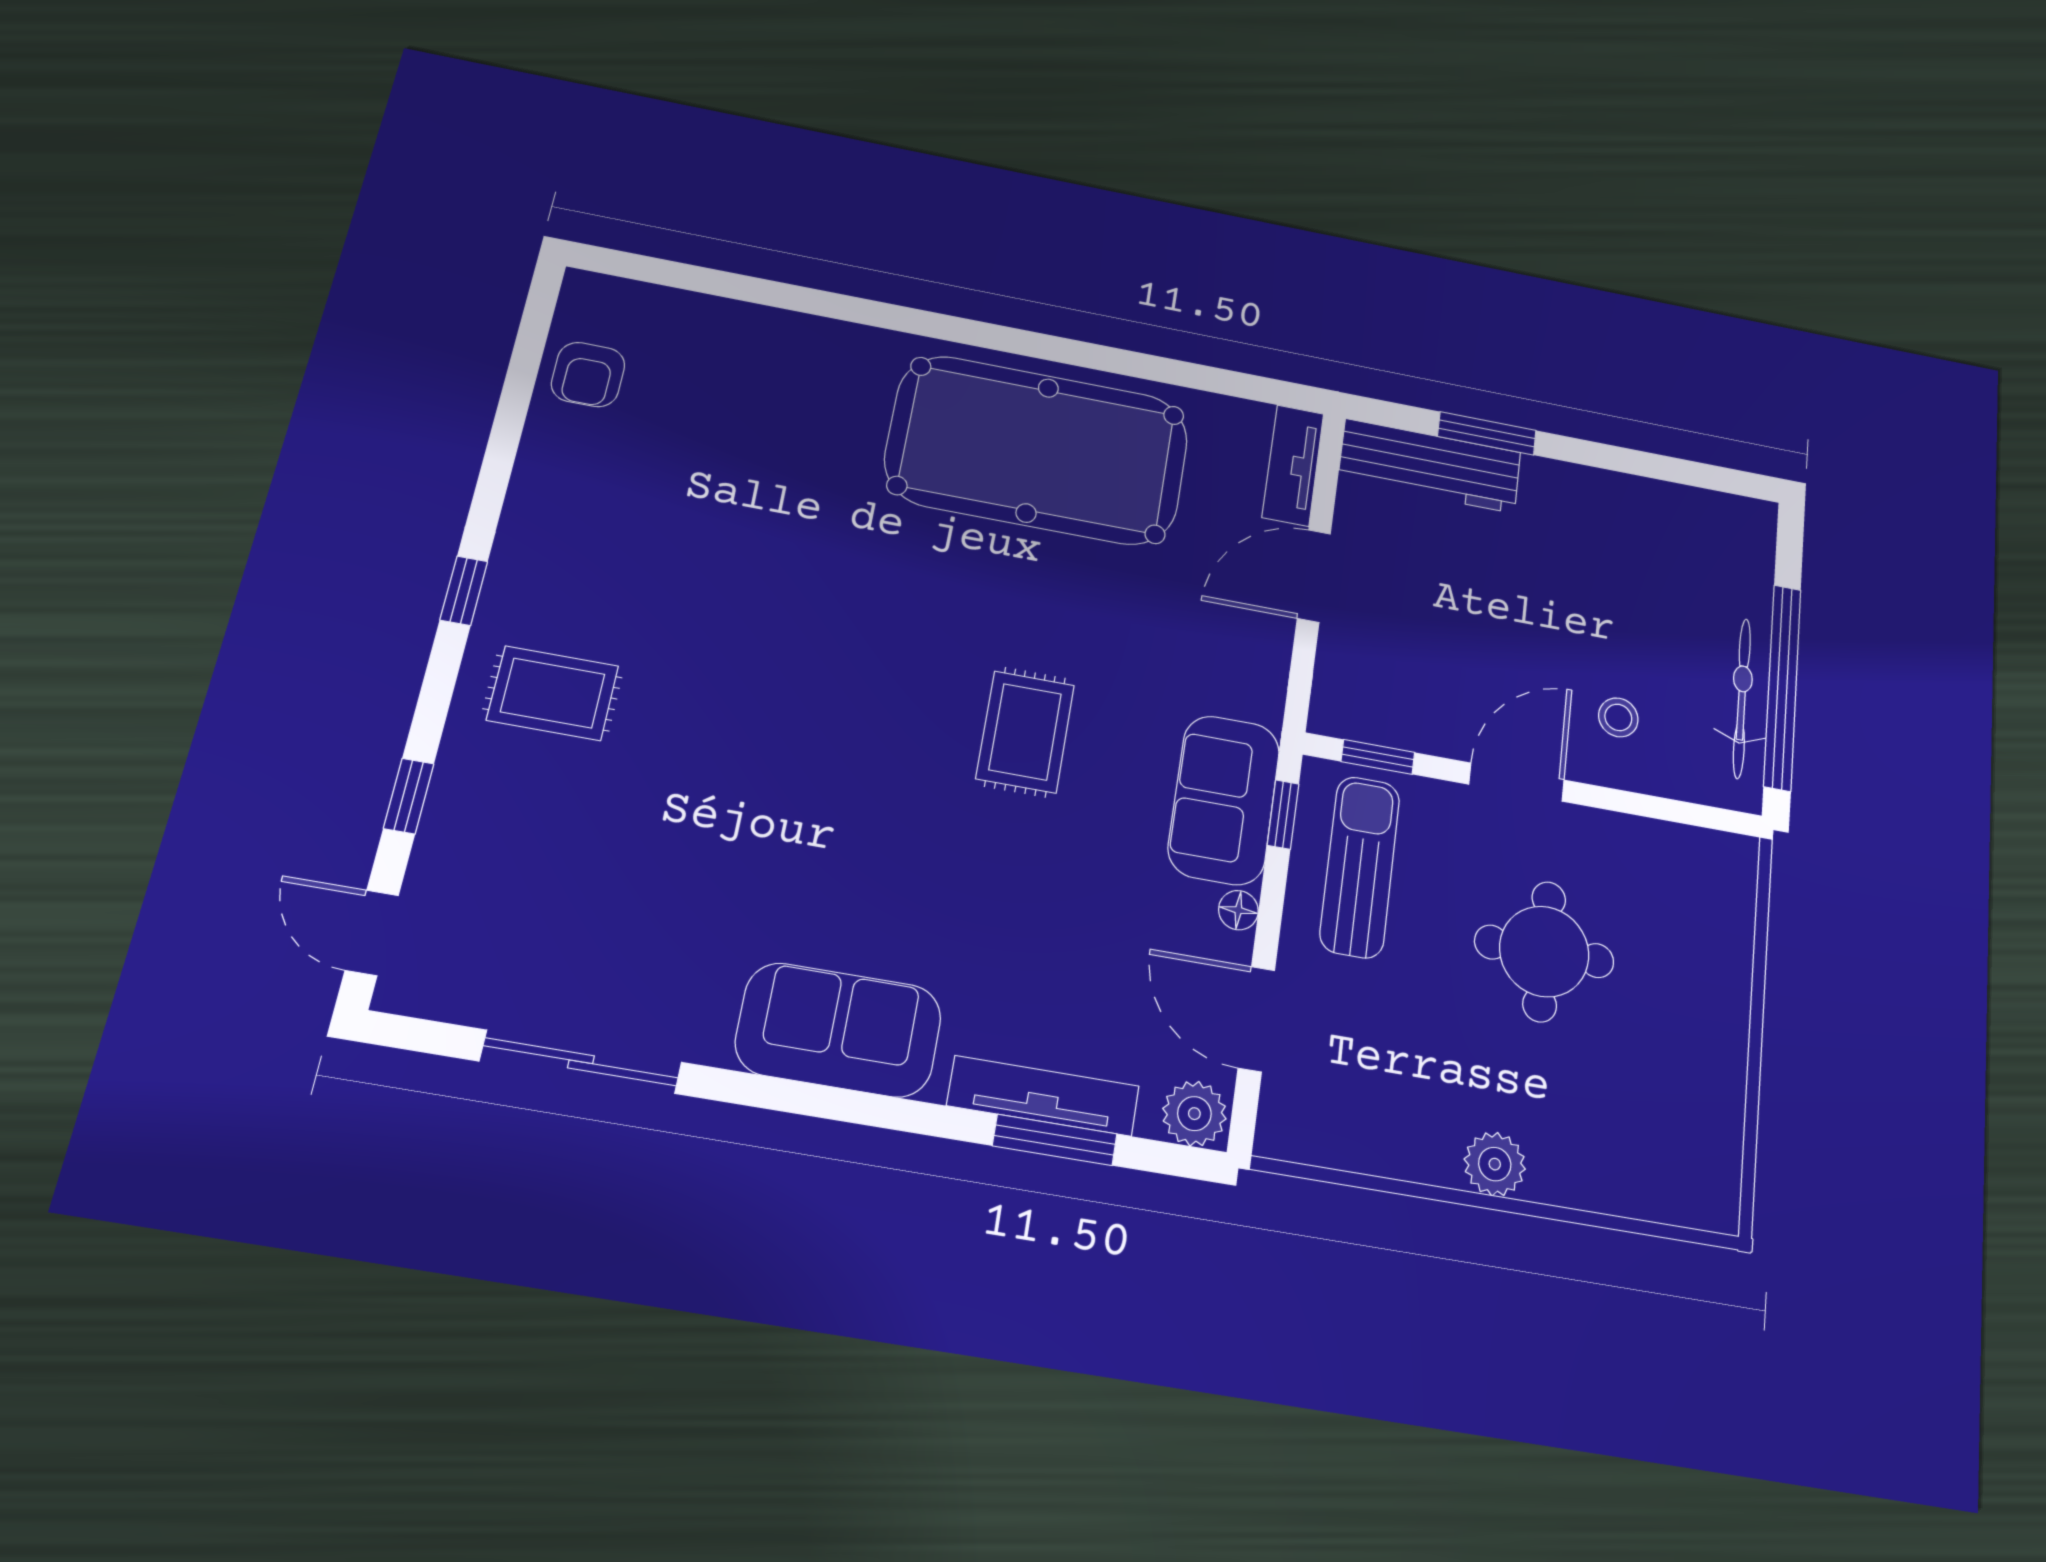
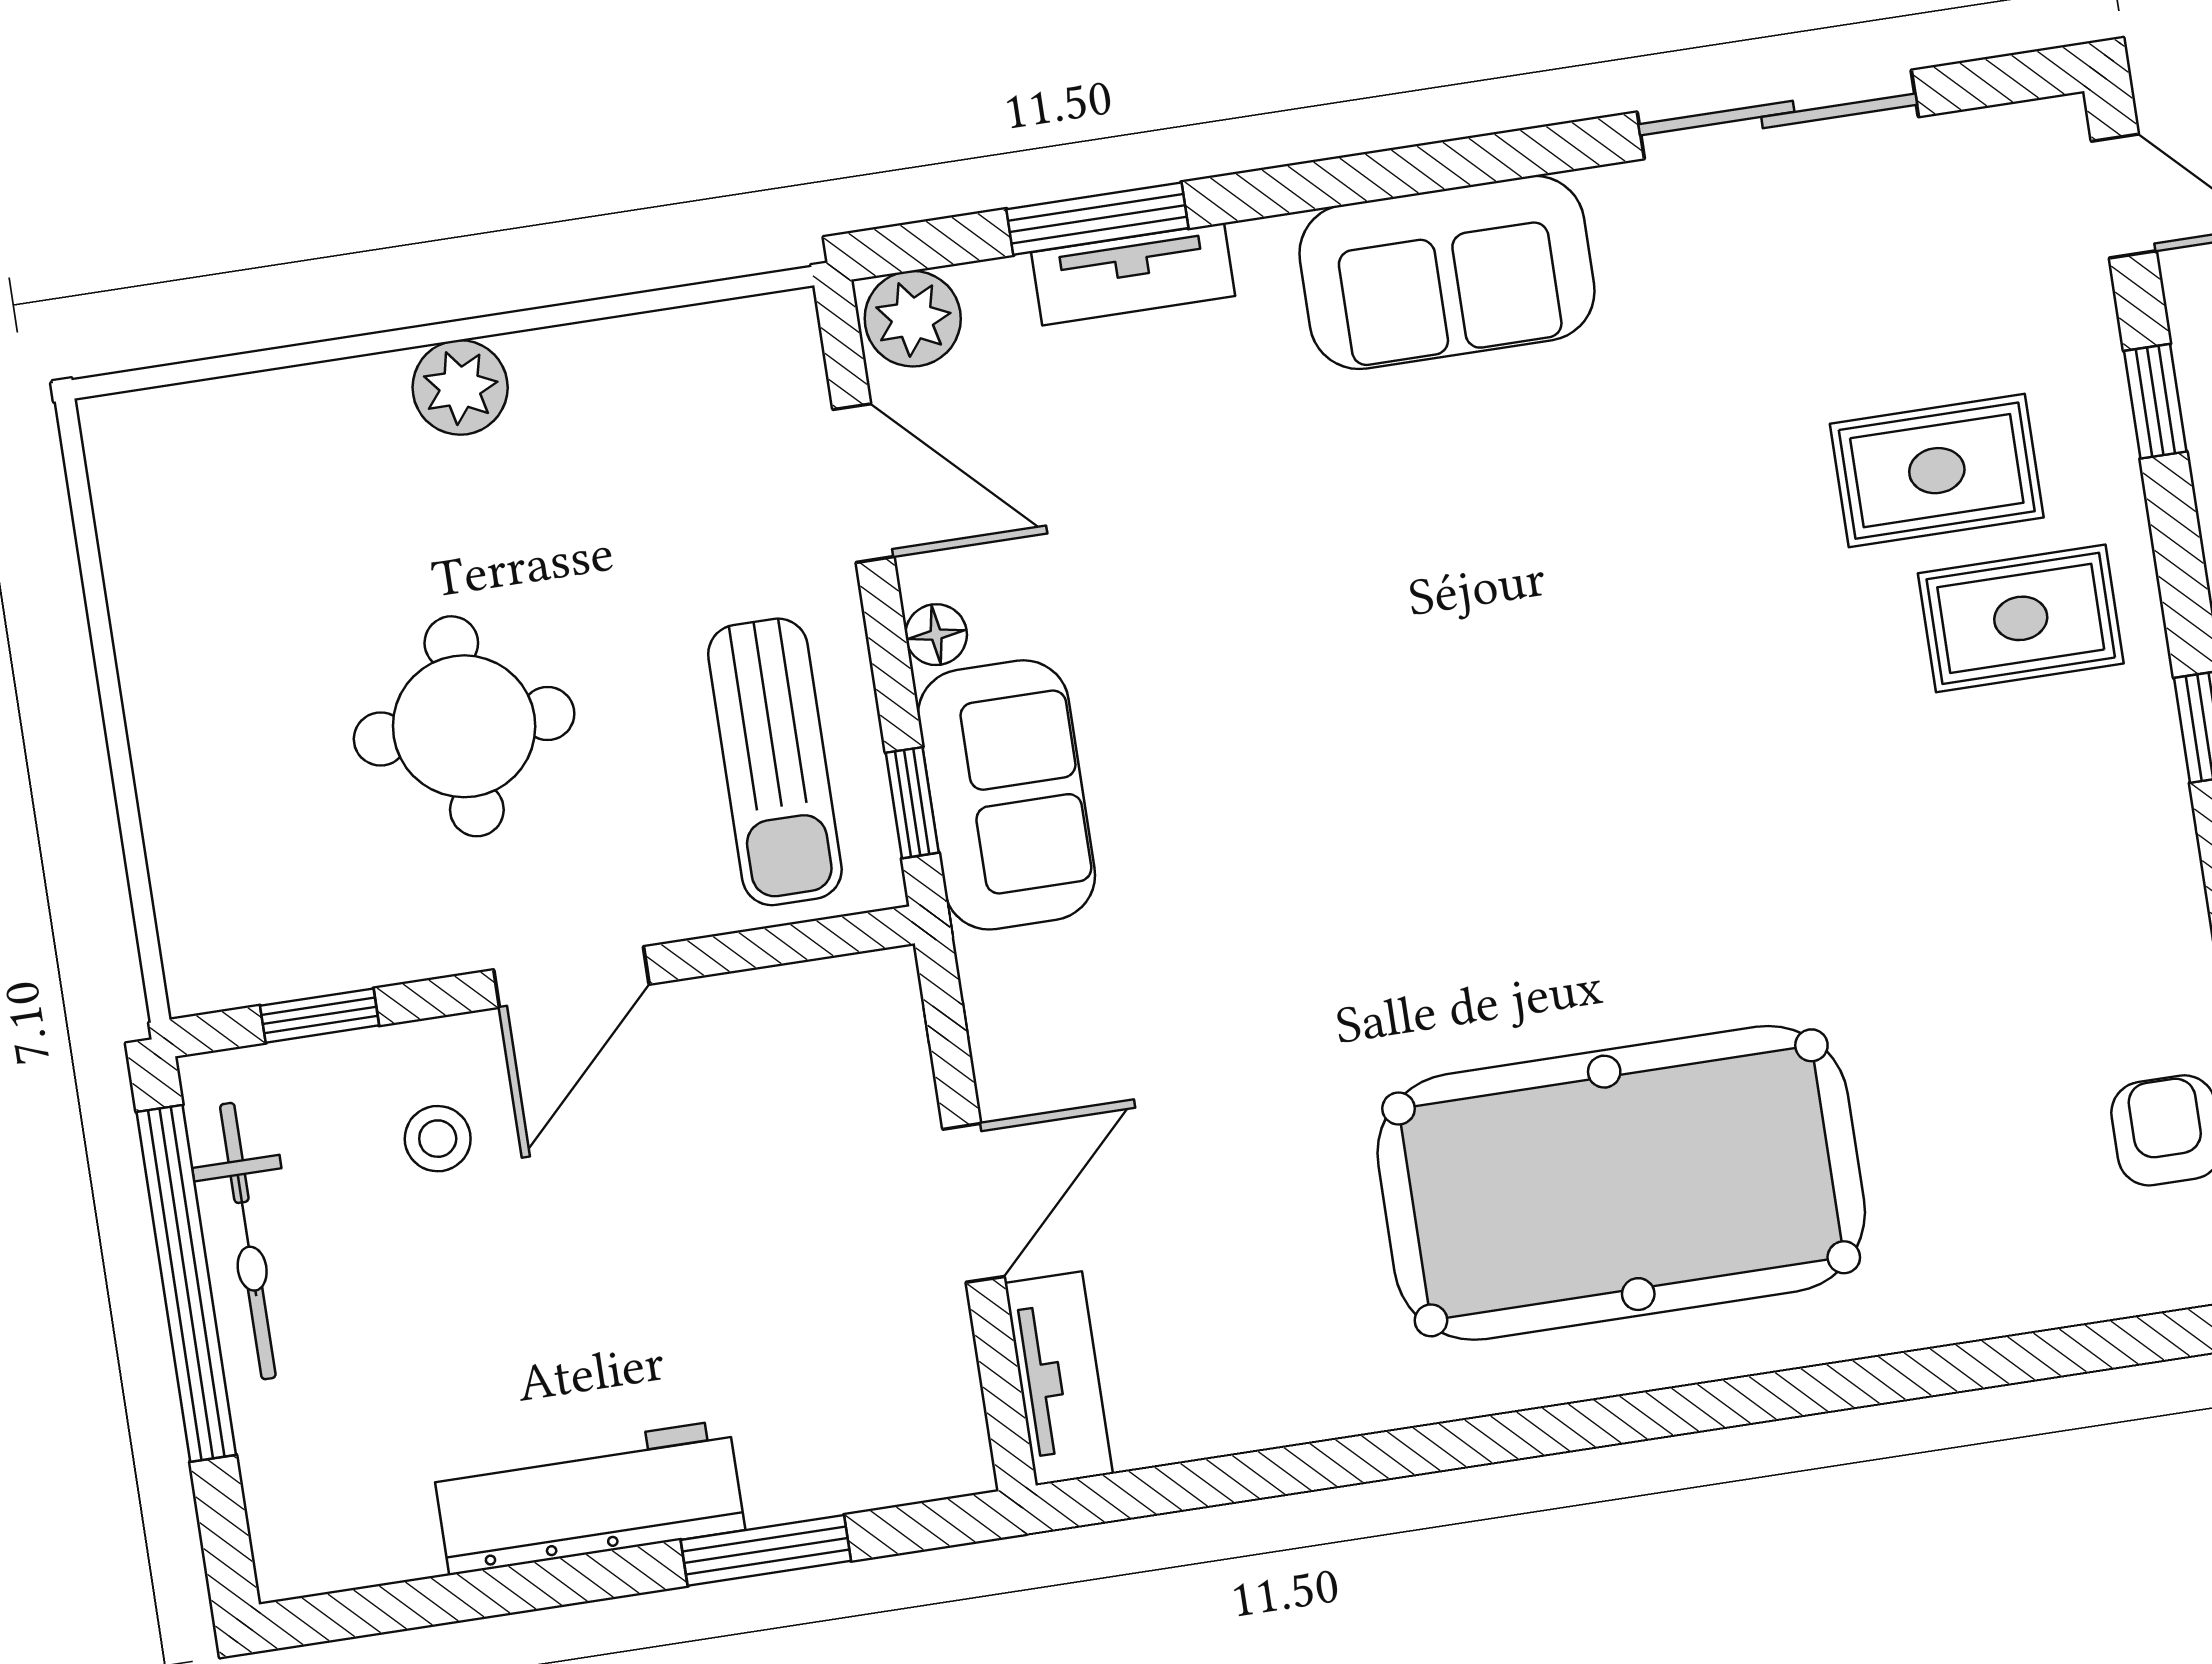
pool table: (1037, 450) -> (1621, 1183), moved
workbench: (1430, 466) -> (589, 1497), moved
rug: (1025, 732) -> (1937, 471), moved, turned 90
window: (1378, 757) -> (320, 1016), moved
tv unit: (1043, 1096) -> (1133, 274), width x0.71

